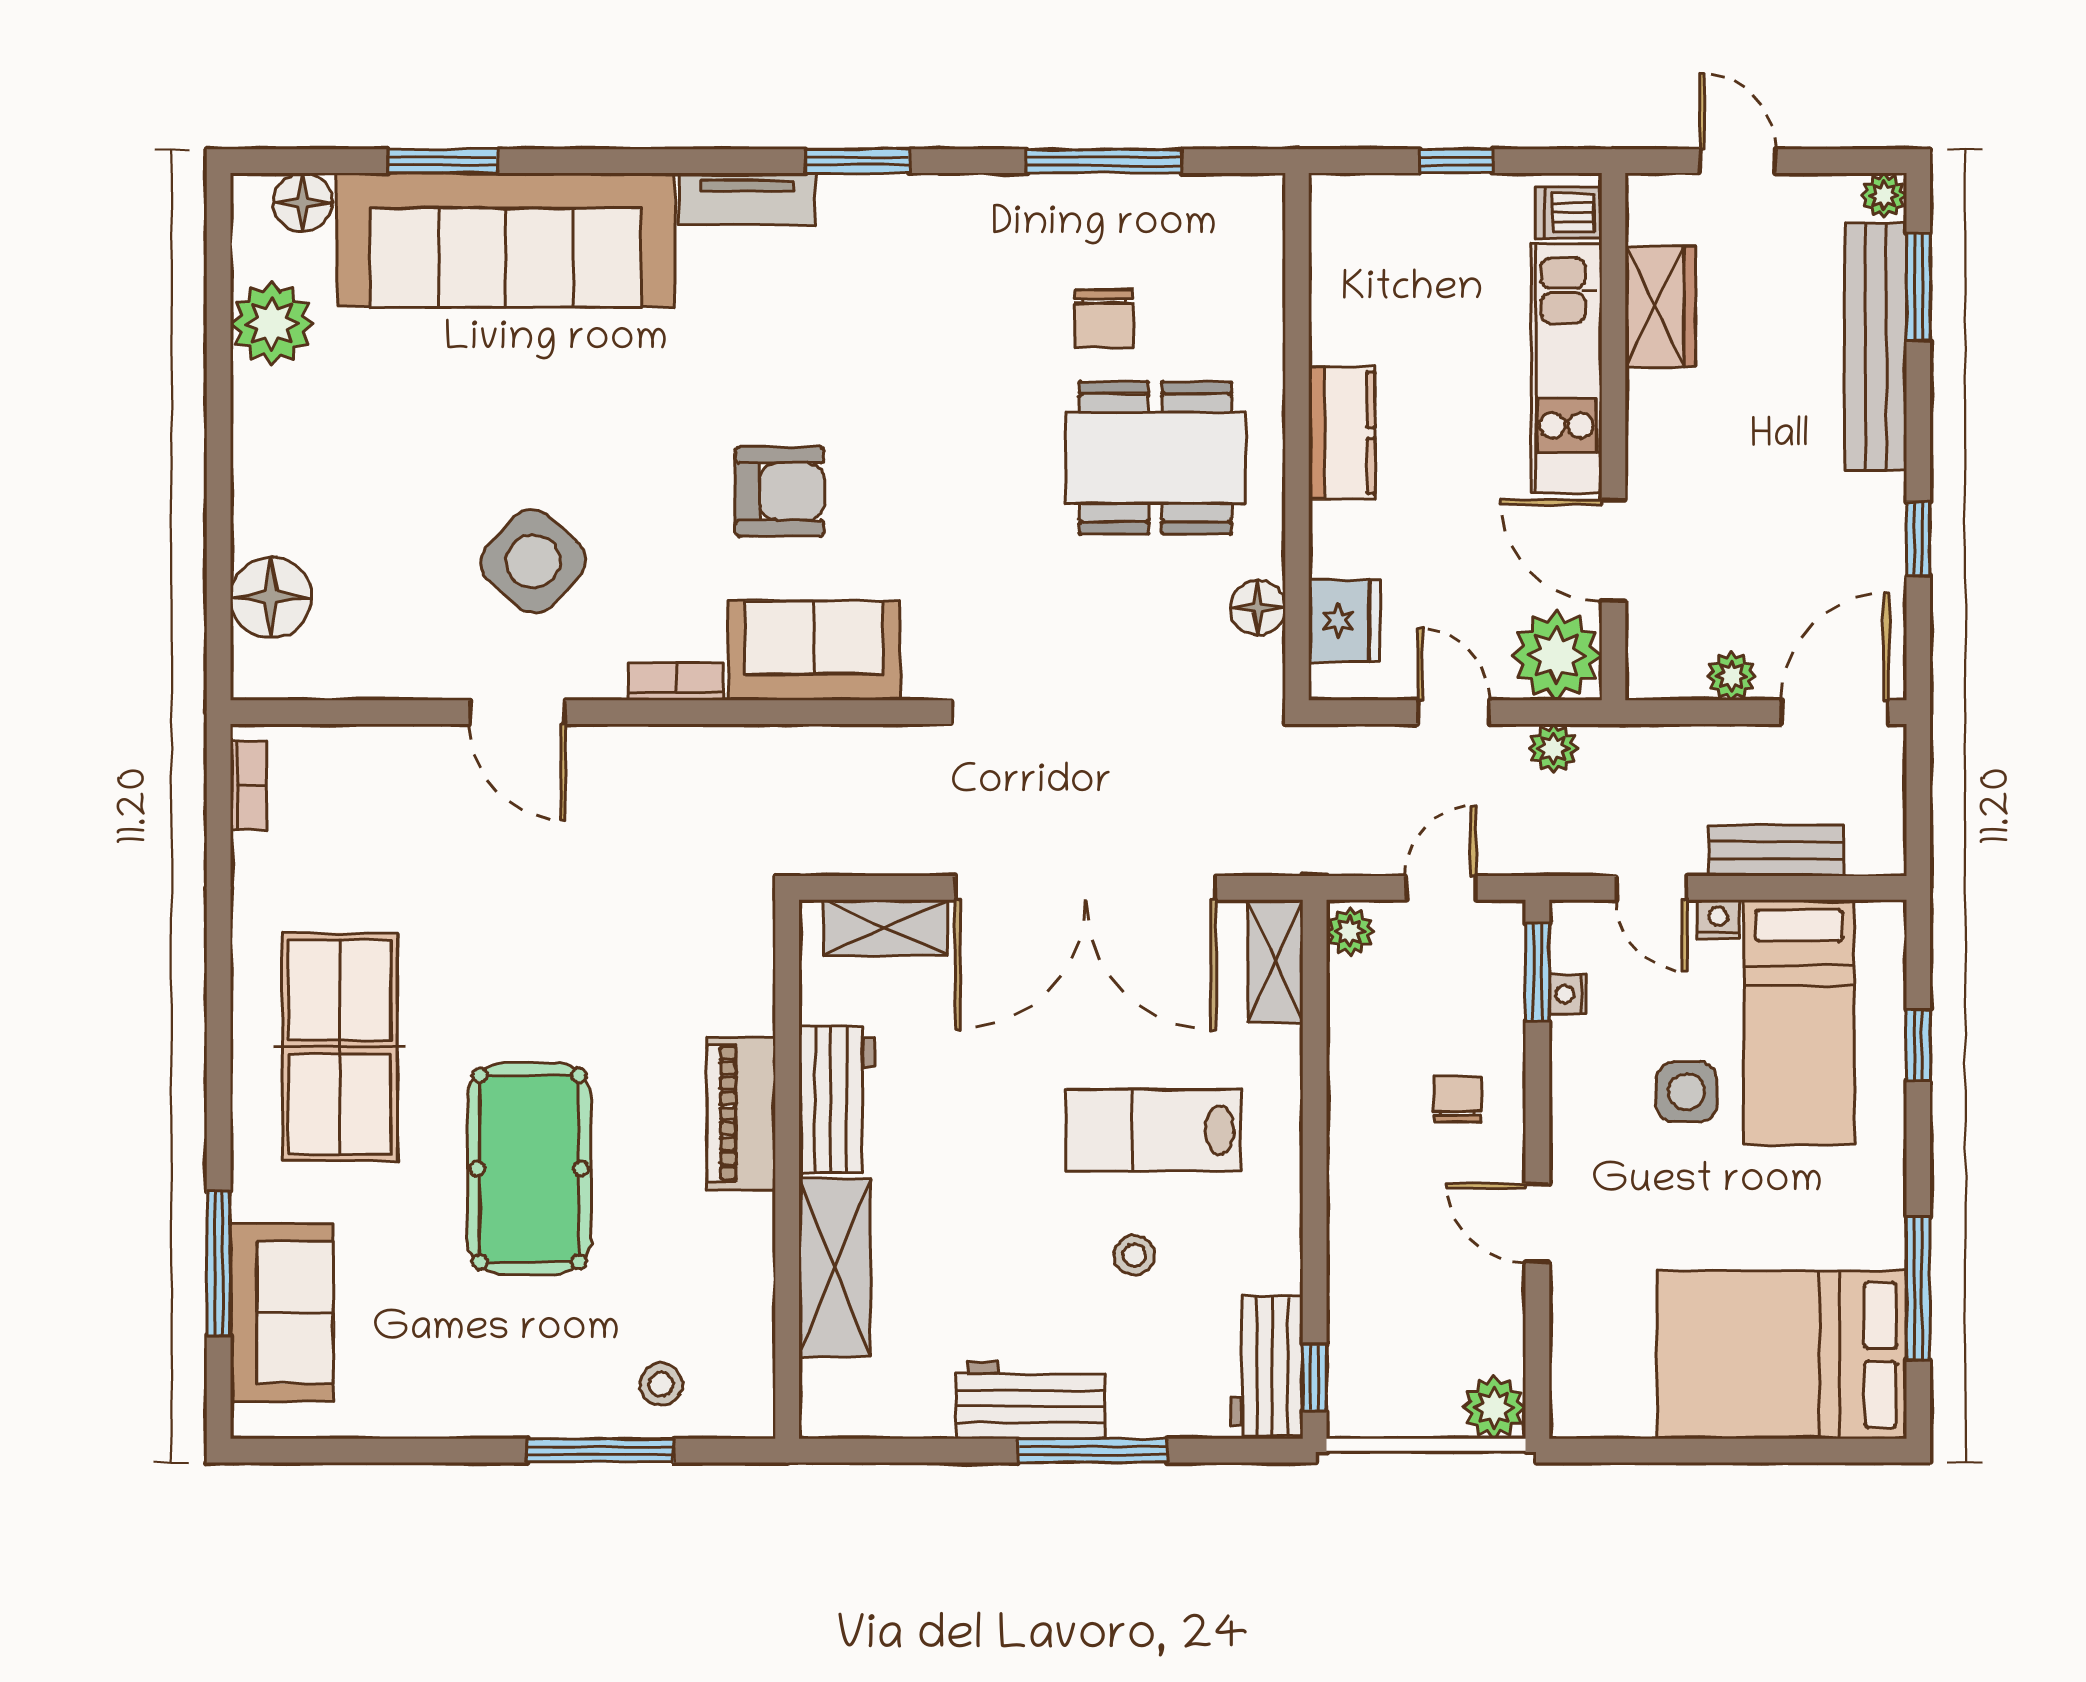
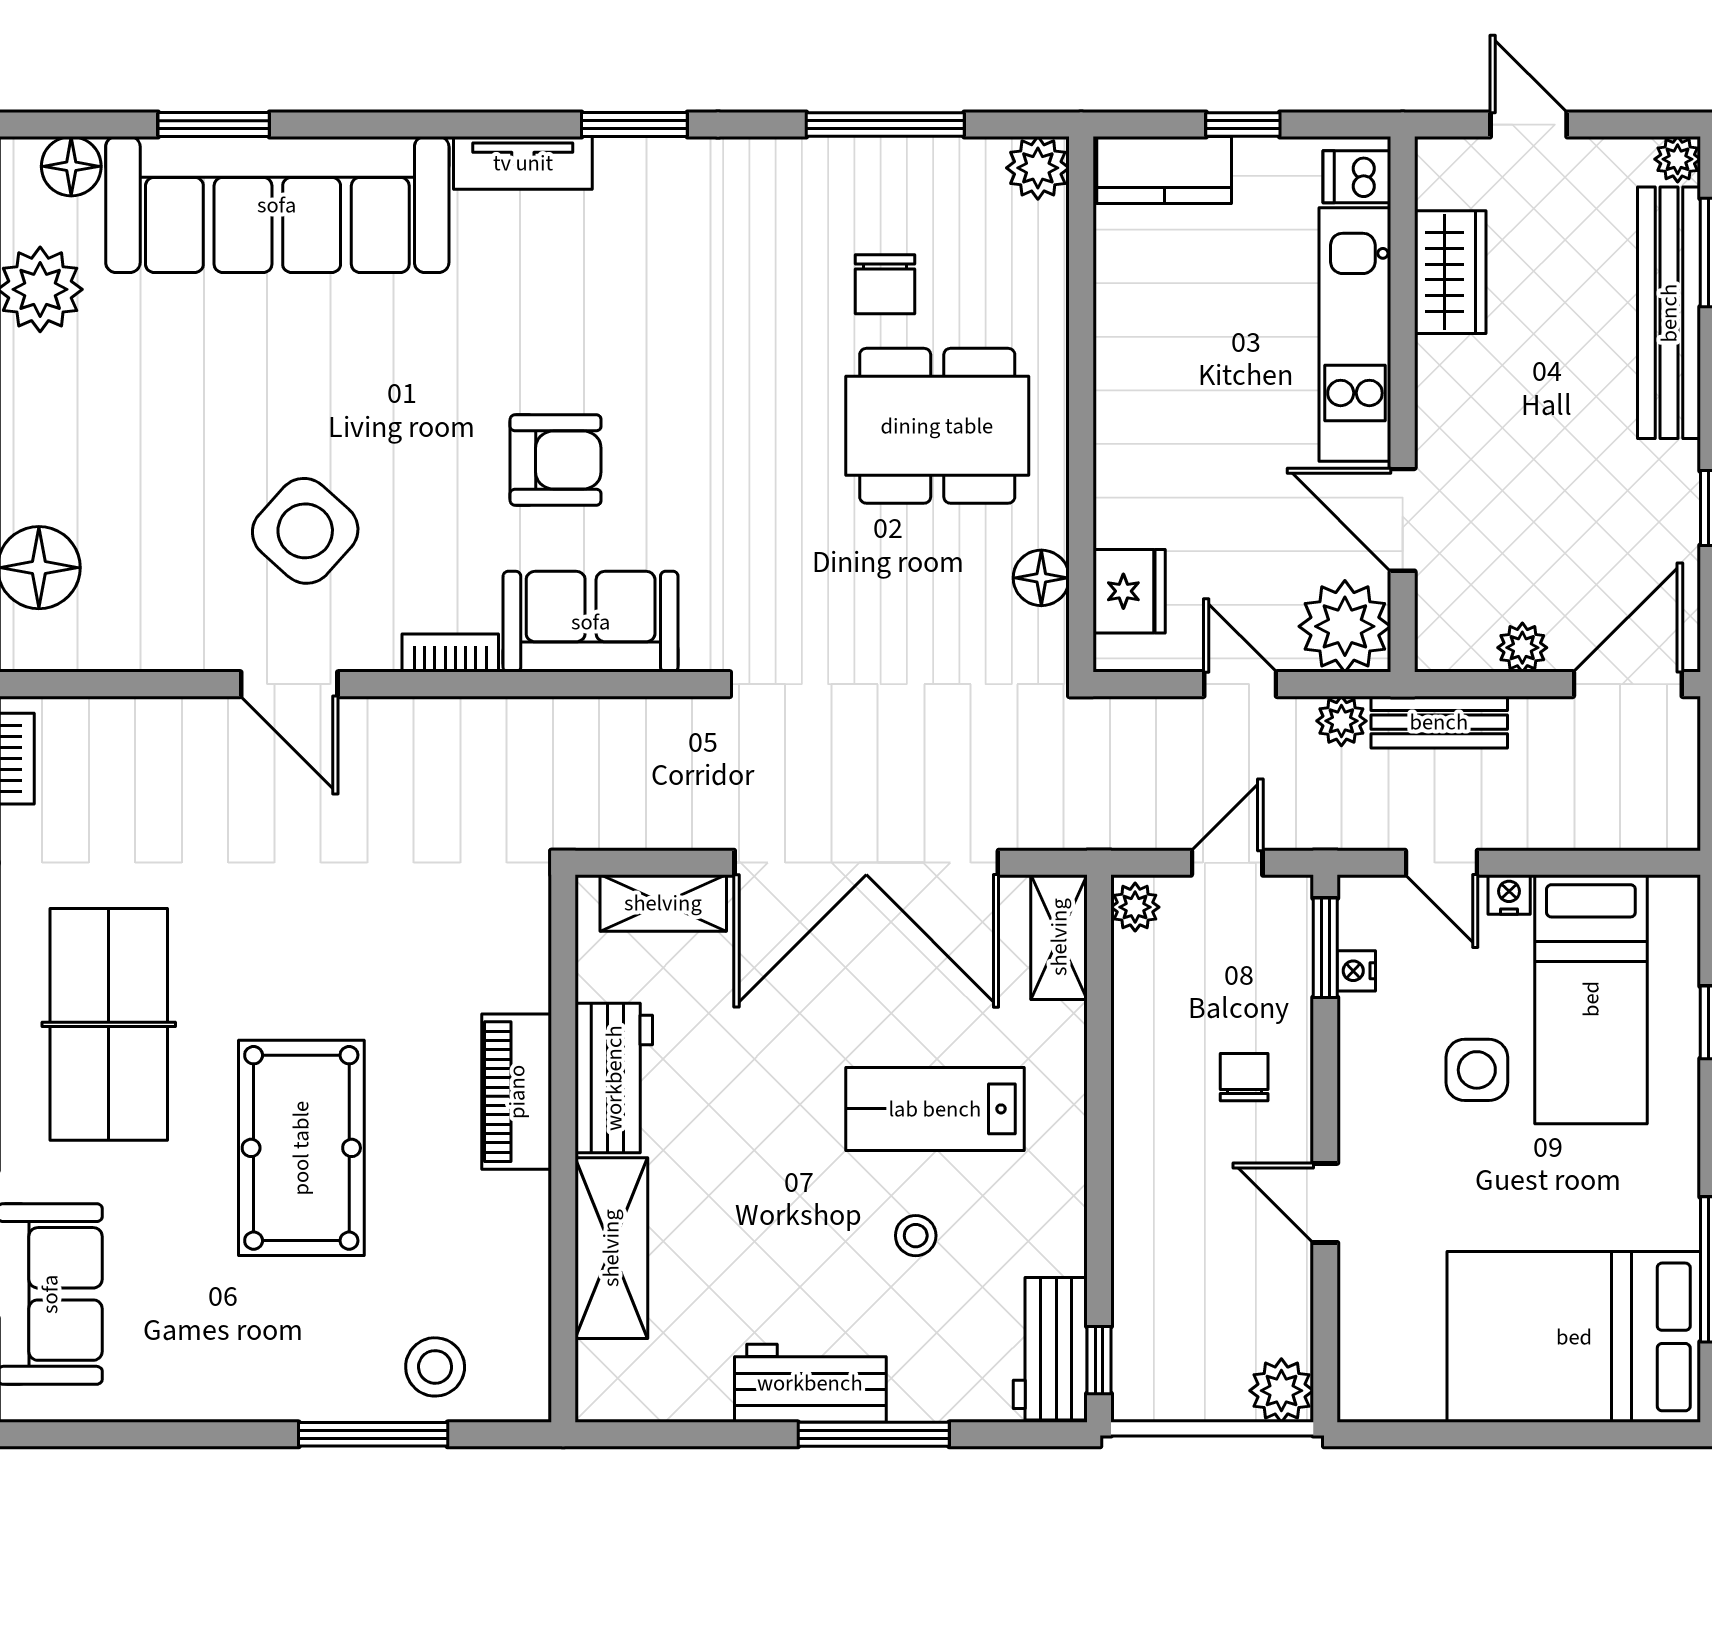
plant: (1254, 204) -> (1038, 168), added
kitchen counter: (1342, 433) -> (1164, 170), moved, turned 90
bench: (1776, 851) -> (1439, 722), moved
stool: (661, 1384) -> (435, 1367), width x1.37, depth x1.37

